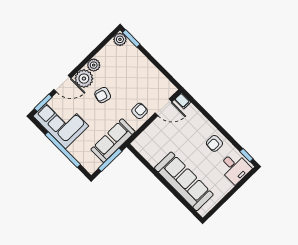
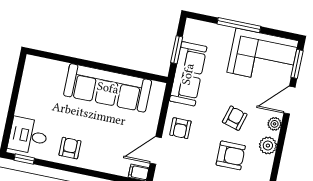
armchair: (120, 74) -> (231, 155), added
plant: (84, 79) -> (275, 124), width x0.53, depth x0.53
window: (63, 150) -> (239, 25), width x0.68
window: (110, 160) -> (177, 50), width x0.69
sofa: (184, 181) -> (108, 88), moved

